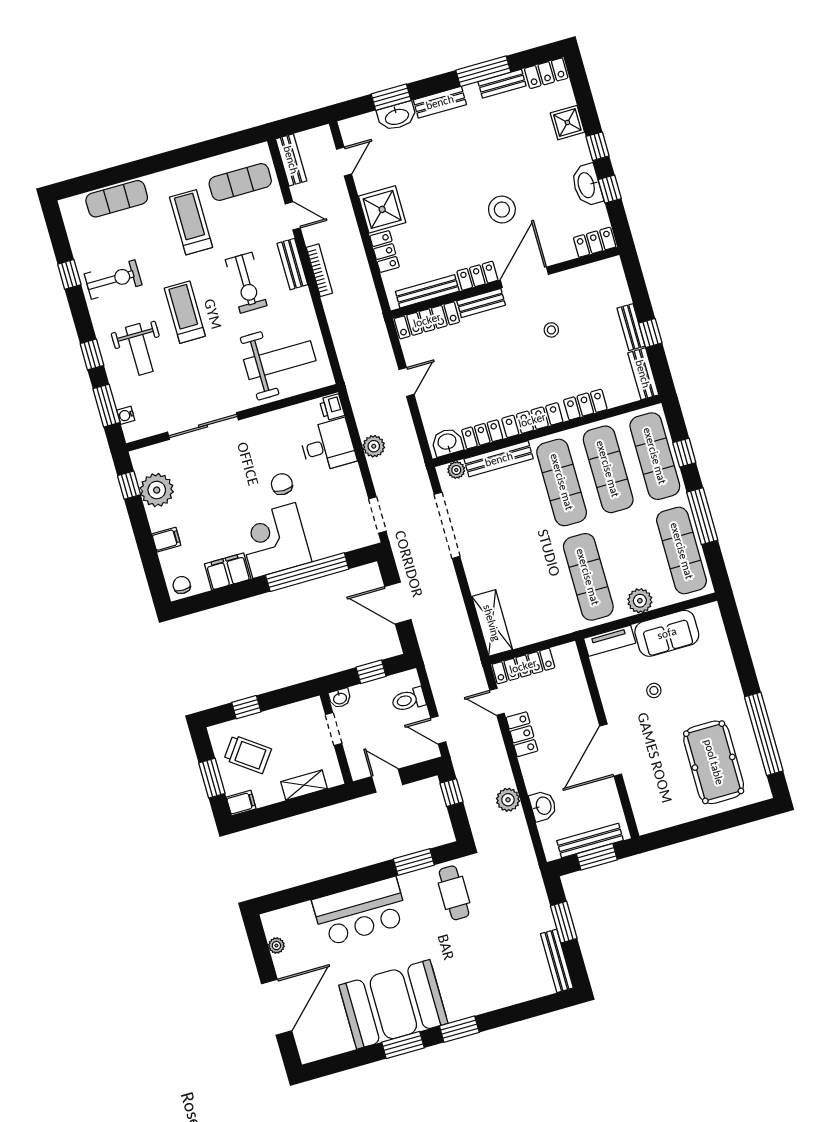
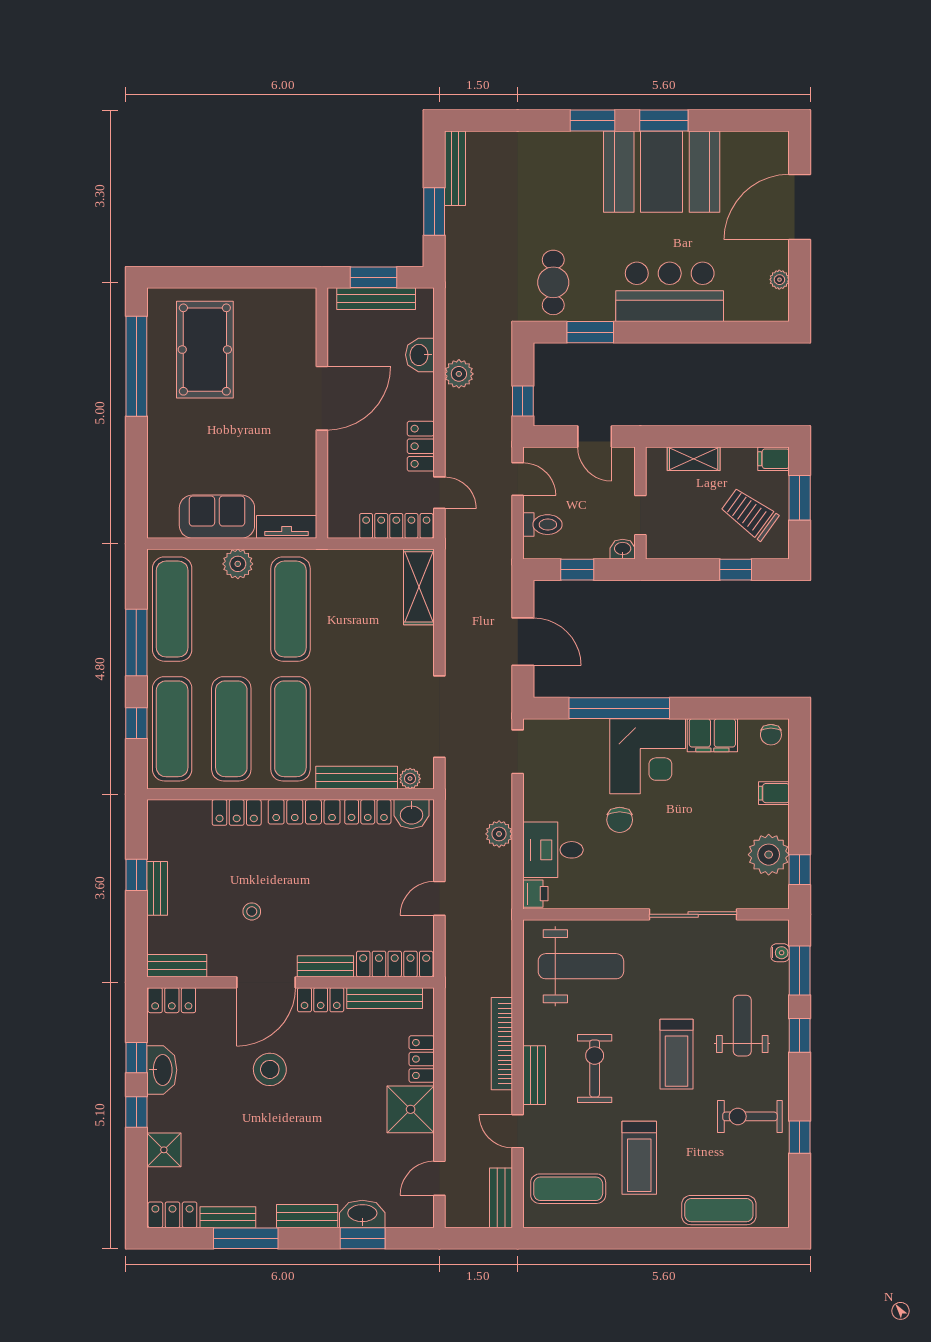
bookcase: (319, 270) -> (502, 1044), width x1.48, depth x1.31
weight bench: (280, 360) -> (581, 966), turned 180
bench: (643, 374) -> (177, 966), moved, turned 90
stool: (654, 690) -> (251, 454), removed

